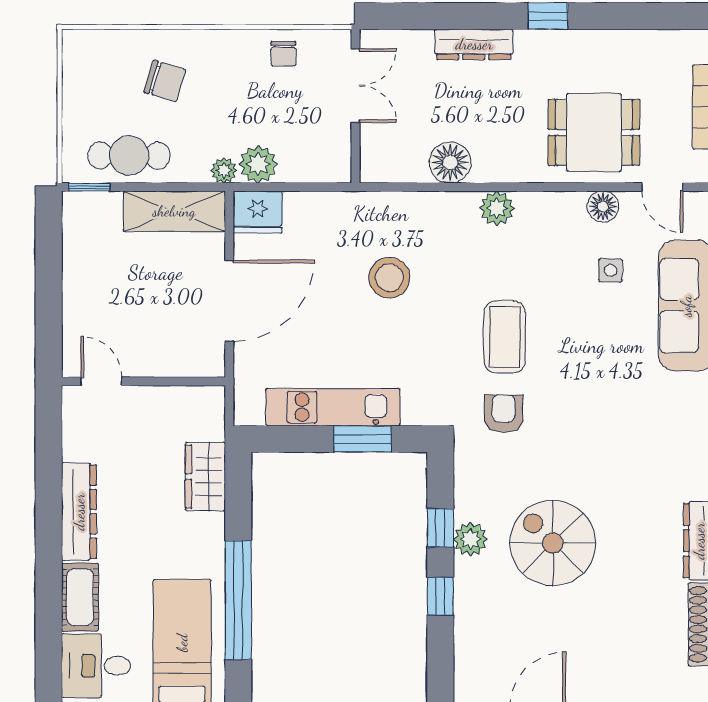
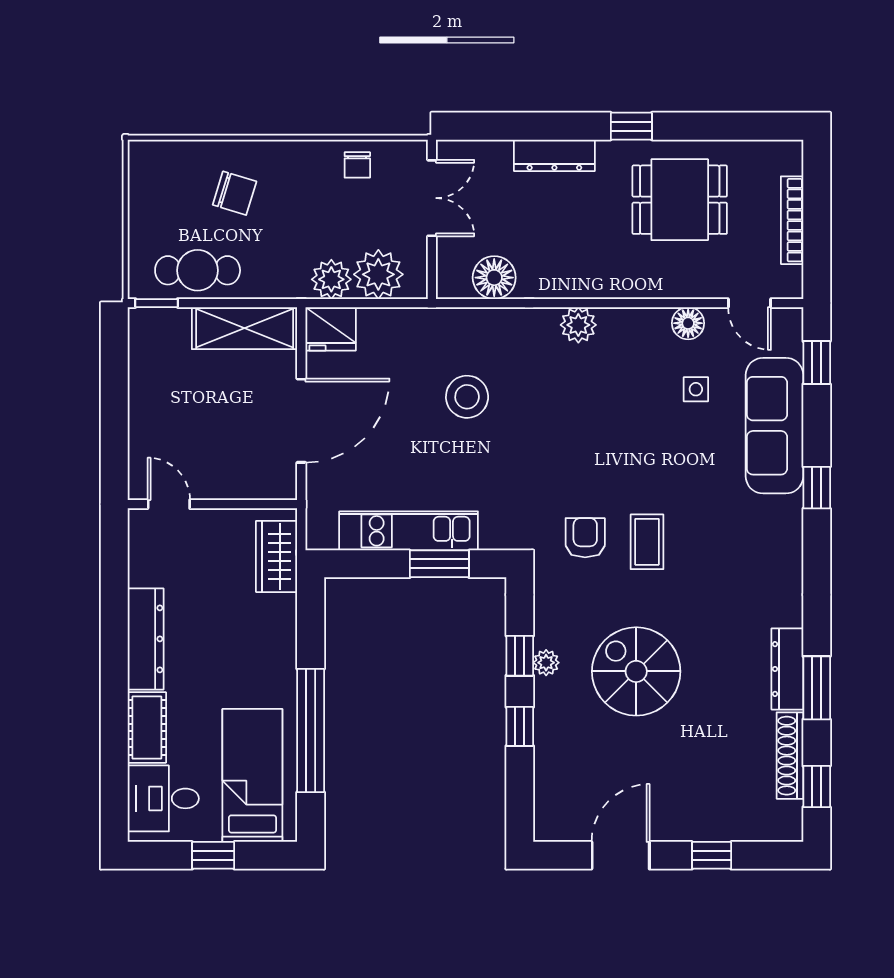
dining table: (594, 132) -> (680, 200), moved
floor lamp: (450, 162) -> (494, 278), moved
plant: (224, 171) -> (378, 274), moved, width x1.87, depth x1.87
coffee table: (505, 337) -> (647, 542), moved, width x0.73, depth x0.77
wardrobe: (205, 477) -> (277, 556), moved
plant: (470, 539) -> (546, 663), width x0.73, depth x0.73

